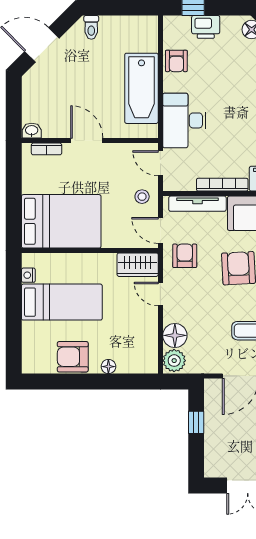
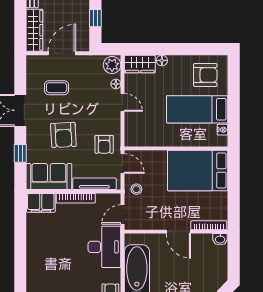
bookcase: (47, 149) -> (209, 225), width x1.56
door: (160, 163) -> (122, 215), swing flipped
wardrobe: (138, 265) -> (140, 64), moved, turned 180
door: (160, 294) -> (122, 102), moved
floor lamp: (175, 335) -> (116, 84), width x0.53, depth x0.53
armchair: (73, 357) -> (205, 75), moved

